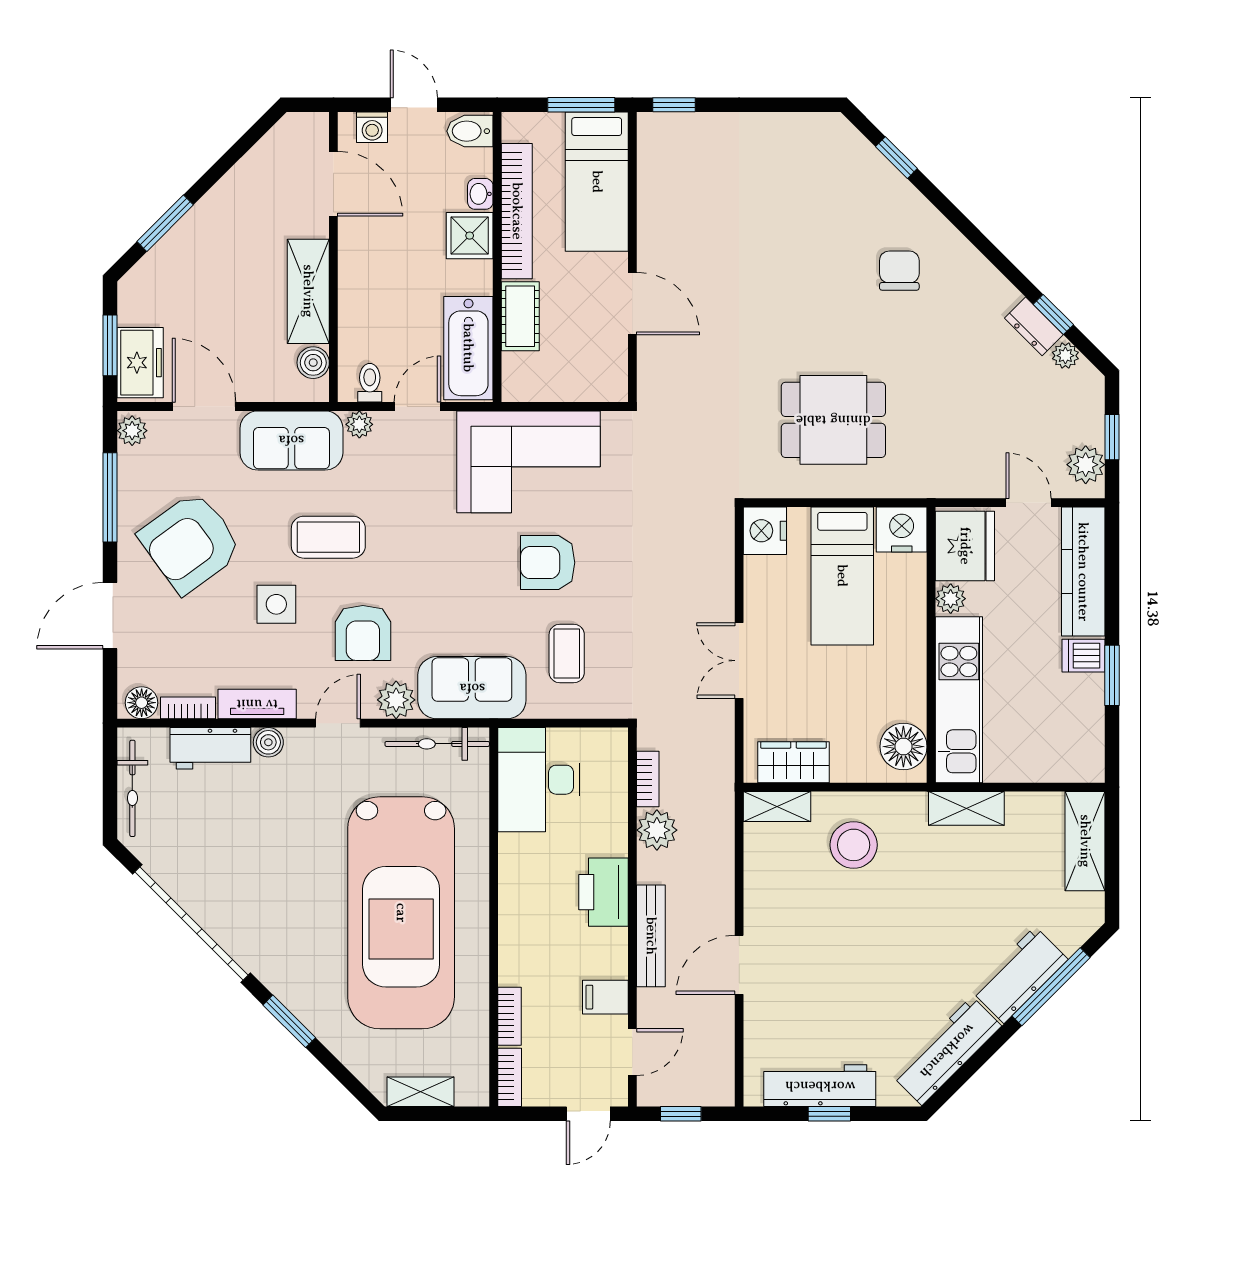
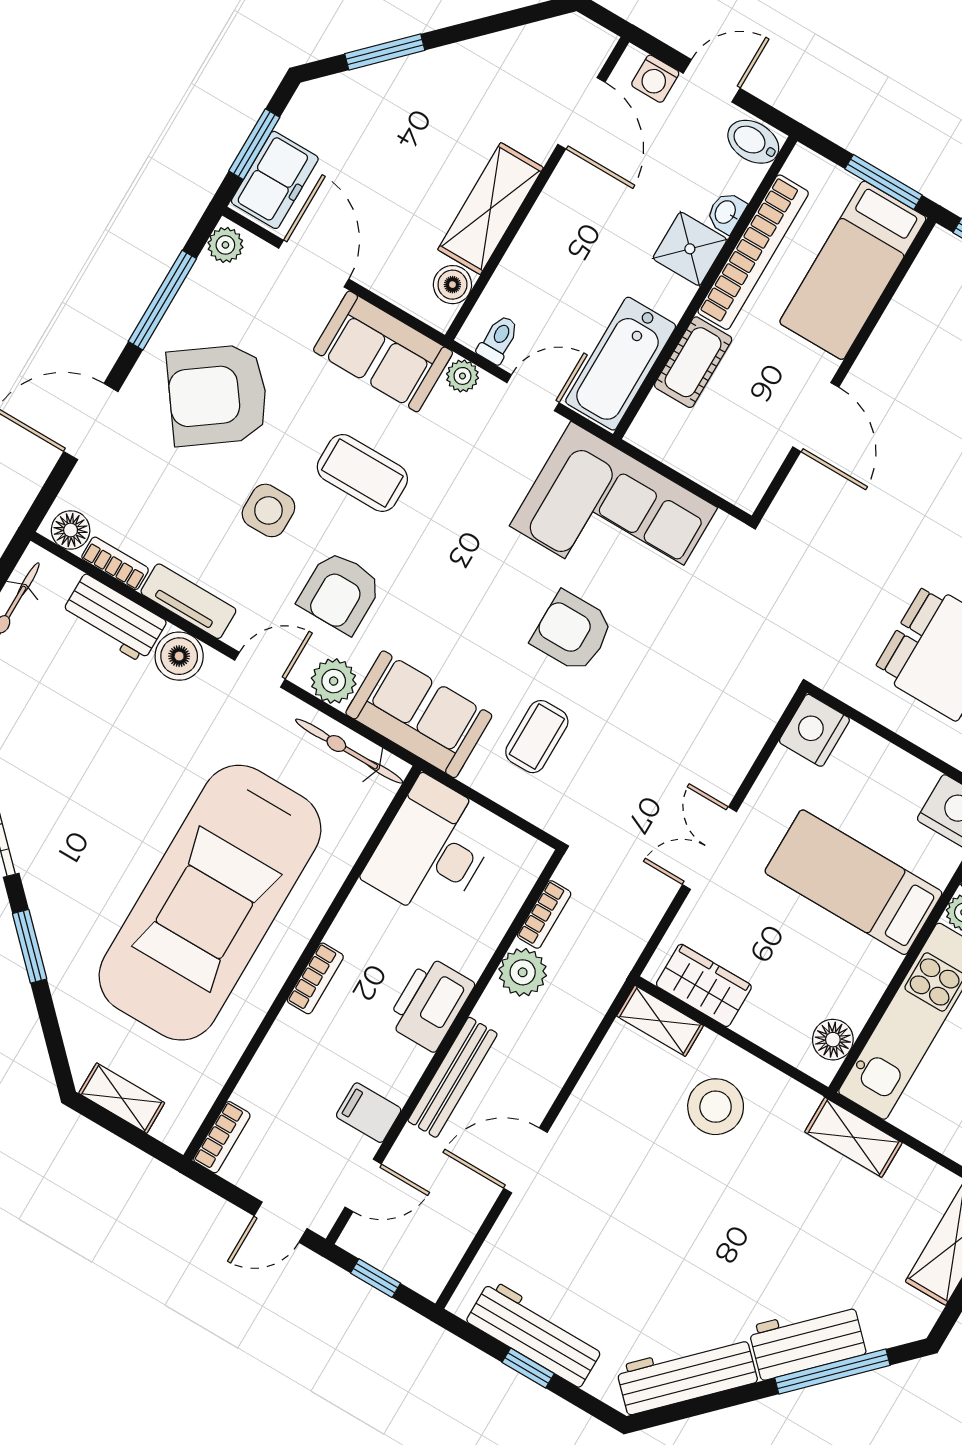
door: (414, 105) -> (712, 81), hinge flipped
bed: (842, 576) -> (854, 882), moved, turned 90
boiler: (268, 742) -> (179, 656), width x1.36, depth x1.36
floor lamp: (903, 747) -> (833, 1040), width x0.73, depth x0.73
bookcase: (509, 1016) -> (315, 978), moved

